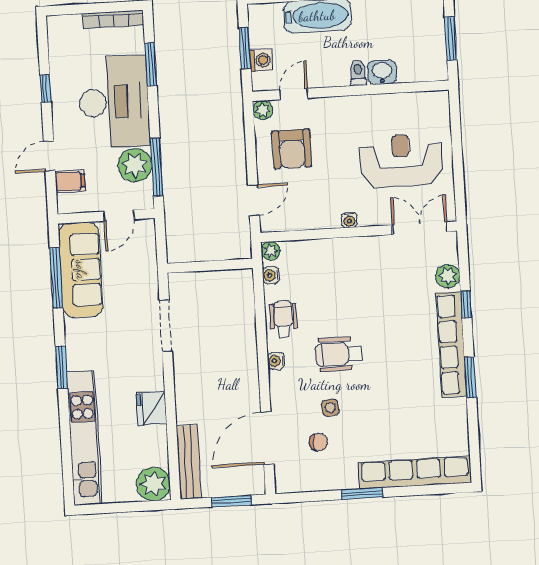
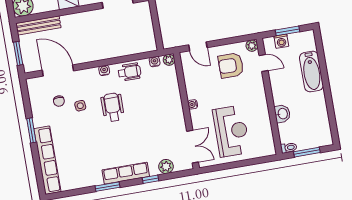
toilet: (358, 73) -> (289, 148), moved
row of seats: (451, 344) -> (126, 173), width x0.73

